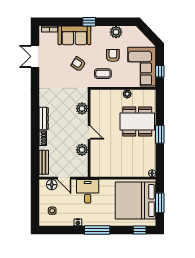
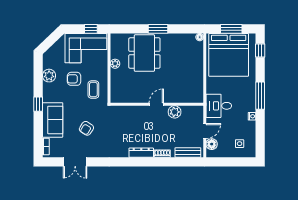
armchair: (78, 64) -> (86, 128), moved
plant: (82, 108) -> (131, 112), removed

